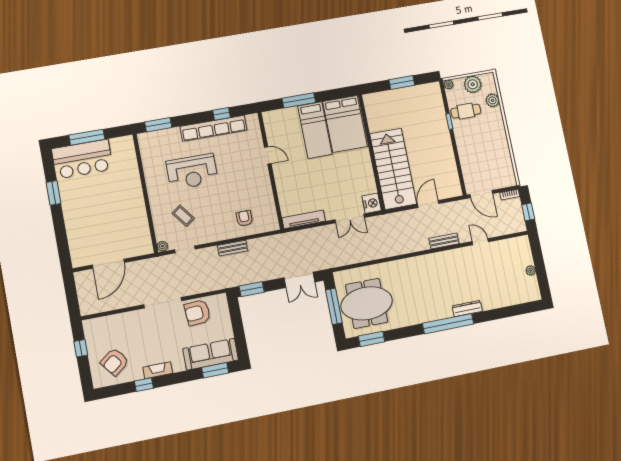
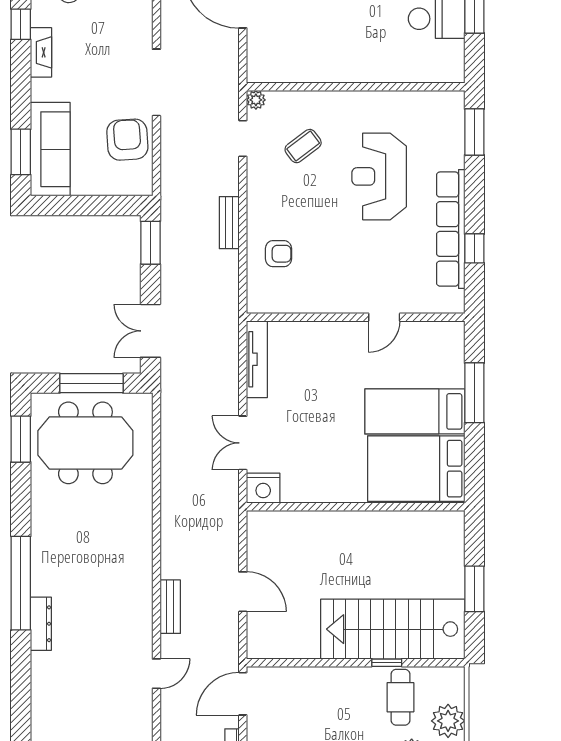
plant: (449, 84) -> (456, 675), removed
stairs: (393, 169) -> (393, 629), moved, turned 180
meeting table: (367, 303) -> (85, 443), turned 90

